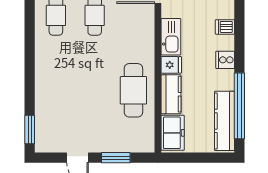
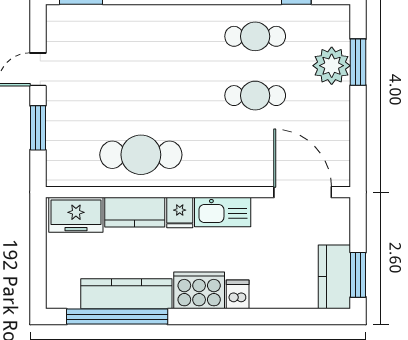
cooker: (225, 60) -> (199, 290), width x1.87, depth x1.31
kitchen counter: (225, 121) -> (126, 294), moved

